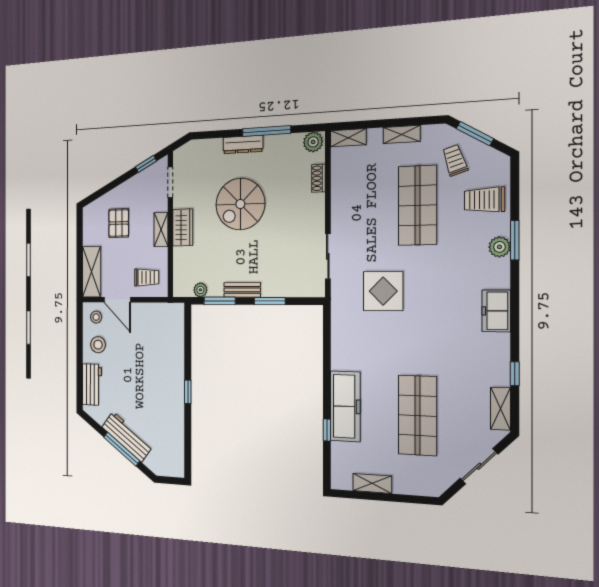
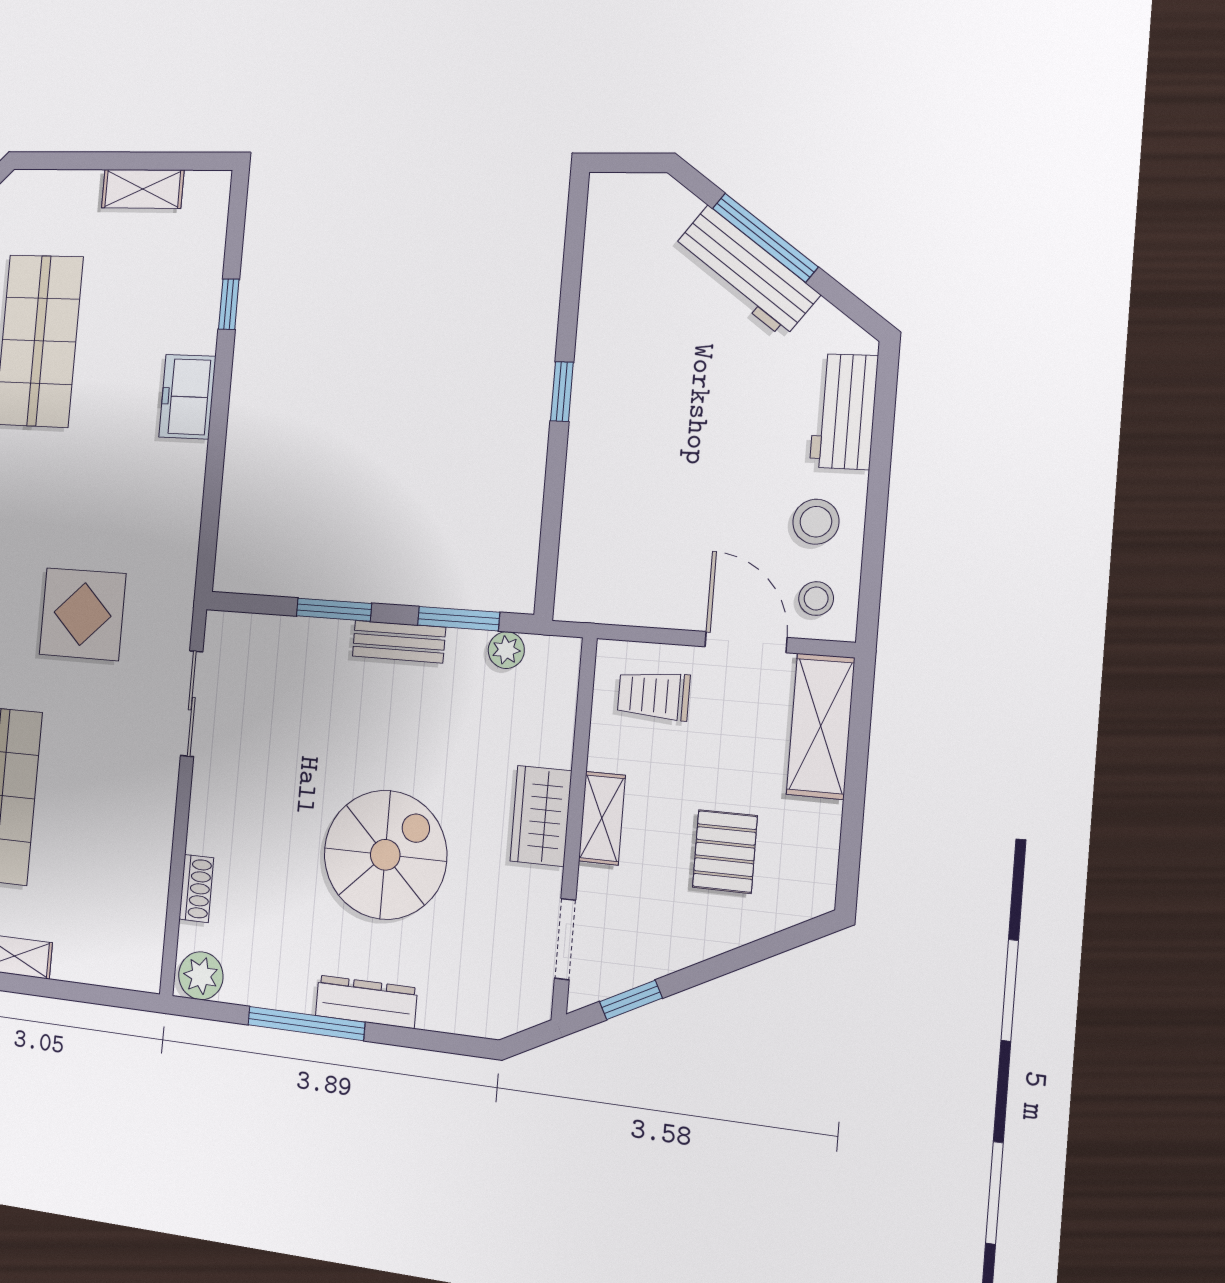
shelving: (348, 138) -> (124, 970), removed
freezer: (345, 406) -> (187, 397), width x0.52, depth x0.79

